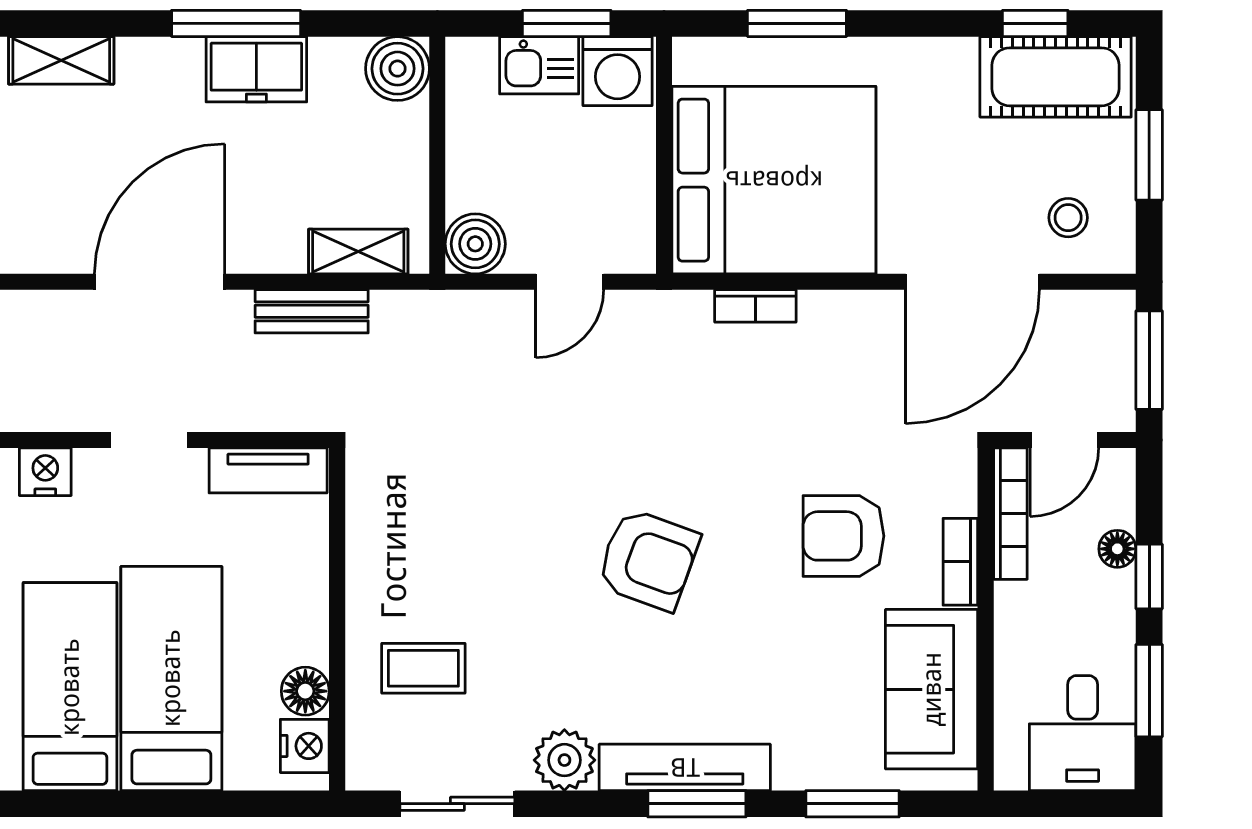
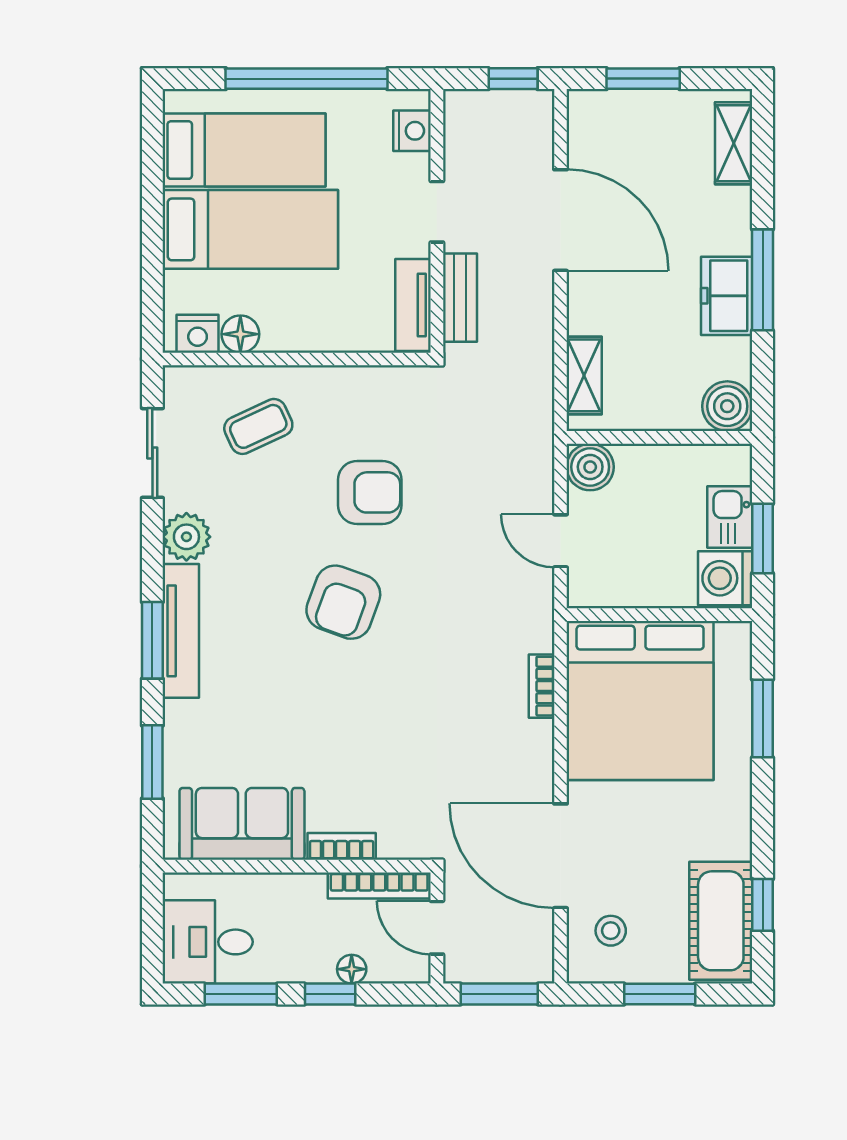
bench: (312, 311) -> (460, 298), moved
armchair: (844, 536) -> (370, 492), moved, turned 90
coffee table: (423, 668) -> (258, 426), turned 65

